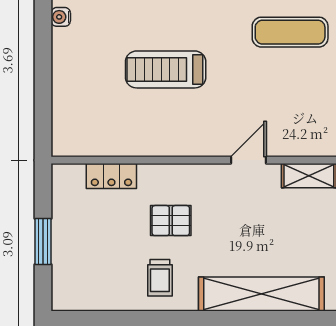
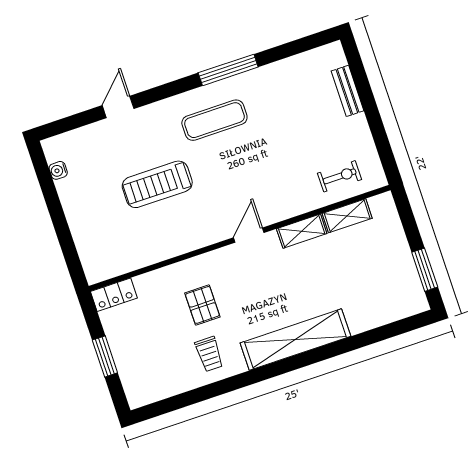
exercise mat: (290, 32) -> (214, 120), moved
locker: (111, 176) -> (114, 295), moved
pallet: (171, 221) -> (202, 305), turned 90

